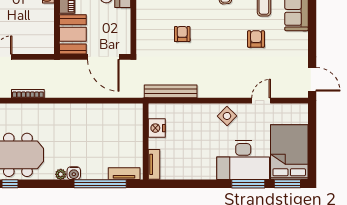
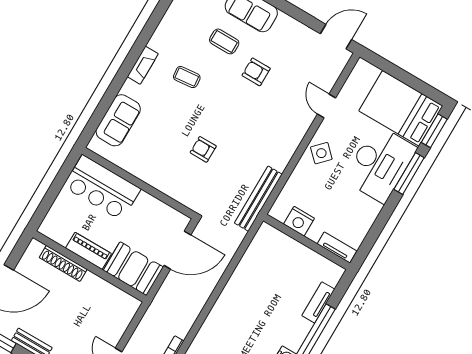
nightstand: (157, 128) -> (299, 221), moved
wall: (146, 141) -> (307, 242), moved
tv unit: (154, 164) -> (337, 247), moved

